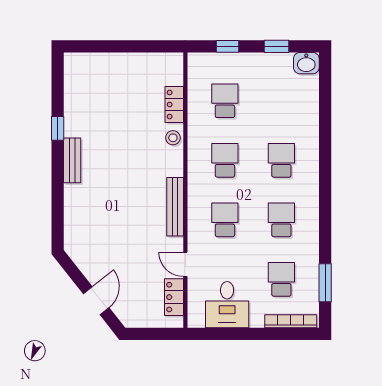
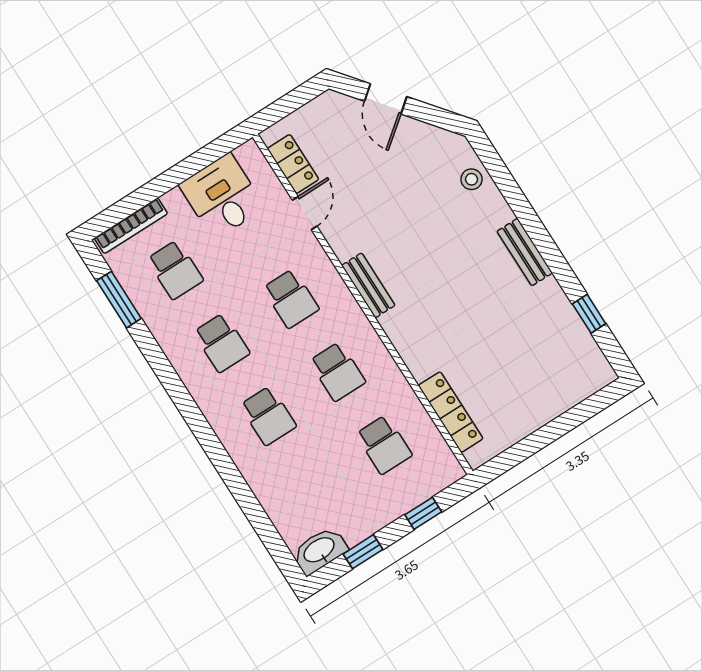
washbasin: (306, 63) -> (320, 551), width x1.38
locker: (174, 105) -> (451, 412), width x1.53
window: (58, 128) -> (589, 314), moved
stool: (173, 138) -> (472, 179), moved
bench: (175, 207) -> (368, 285), width x0.73
door: (185, 264) -> (305, 213), hinge flipped

